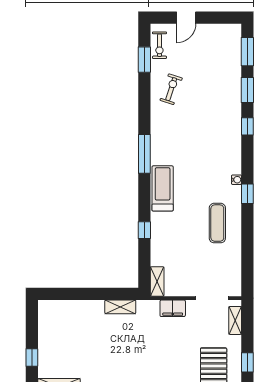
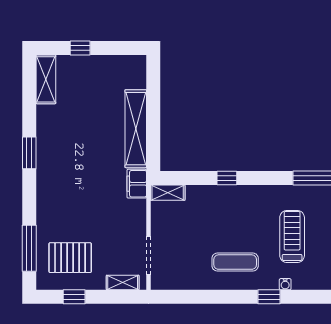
treadmill: (163, 188) -> (292, 236), moved, turned -90
shelving: (120, 307) -> (136, 129), width x2.20, depth x1.33
filing cabinet: (173, 308) -> (137, 184), moved

